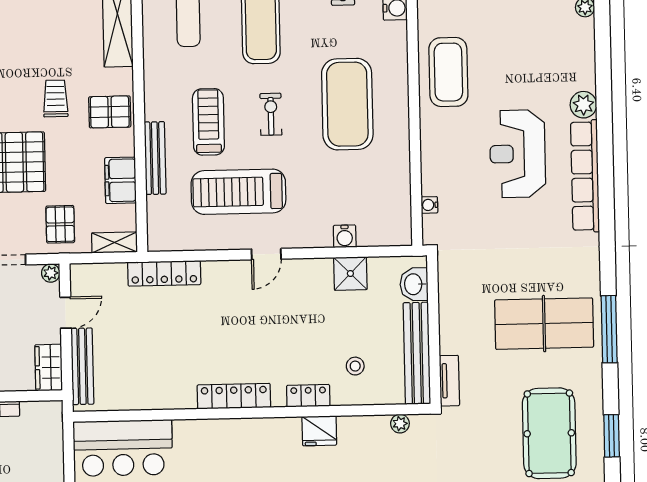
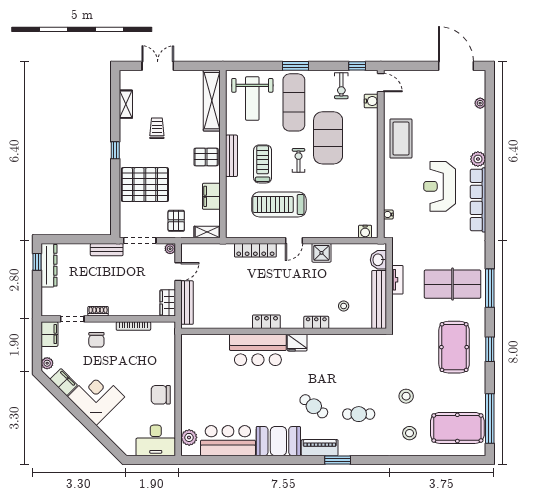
trolley: (56, 98) -> (157, 128), moved
exercise mat: (347, 104) -> (328, 138), moved
bench: (155, 158) -> (232, 156), moved
water cooler: (345, 236) -> (365, 231), moved
locker: (164, 273) -> (255, 250), moved
shower: (350, 274) -> (321, 253), moved
tv unit: (449, 381) -> (397, 280), moved
locker: (234, 396) -> (266, 322), width x0.66
plant: (400, 424) -> (369, 340), removed
fridge: (319, 431) -> (297, 343), moved
bar counter: (123, 448) -> (258, 350), moved

